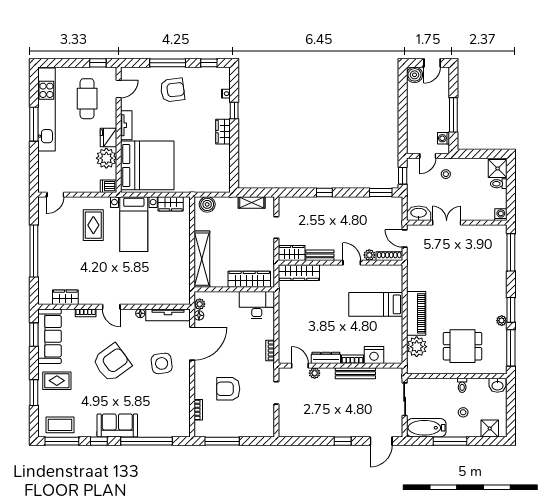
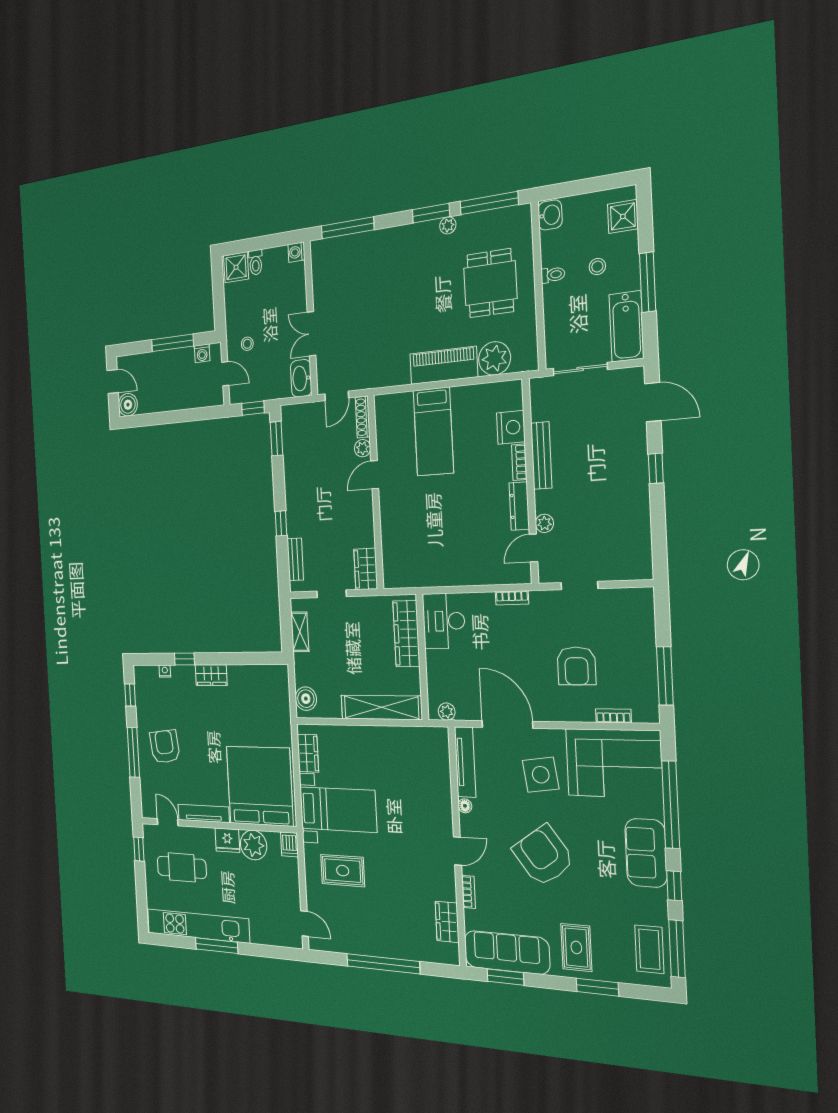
tv unit: (126, 125) -> (204, 814), width x1.41
bench: (320, 255) -> (295, 559), moved
wardrobe: (299, 273) -> (393, 556), removed
floor lamp: (199, 315) -> (464, 713), removed
corner sofa: (170, 409) -> (614, 763), added

